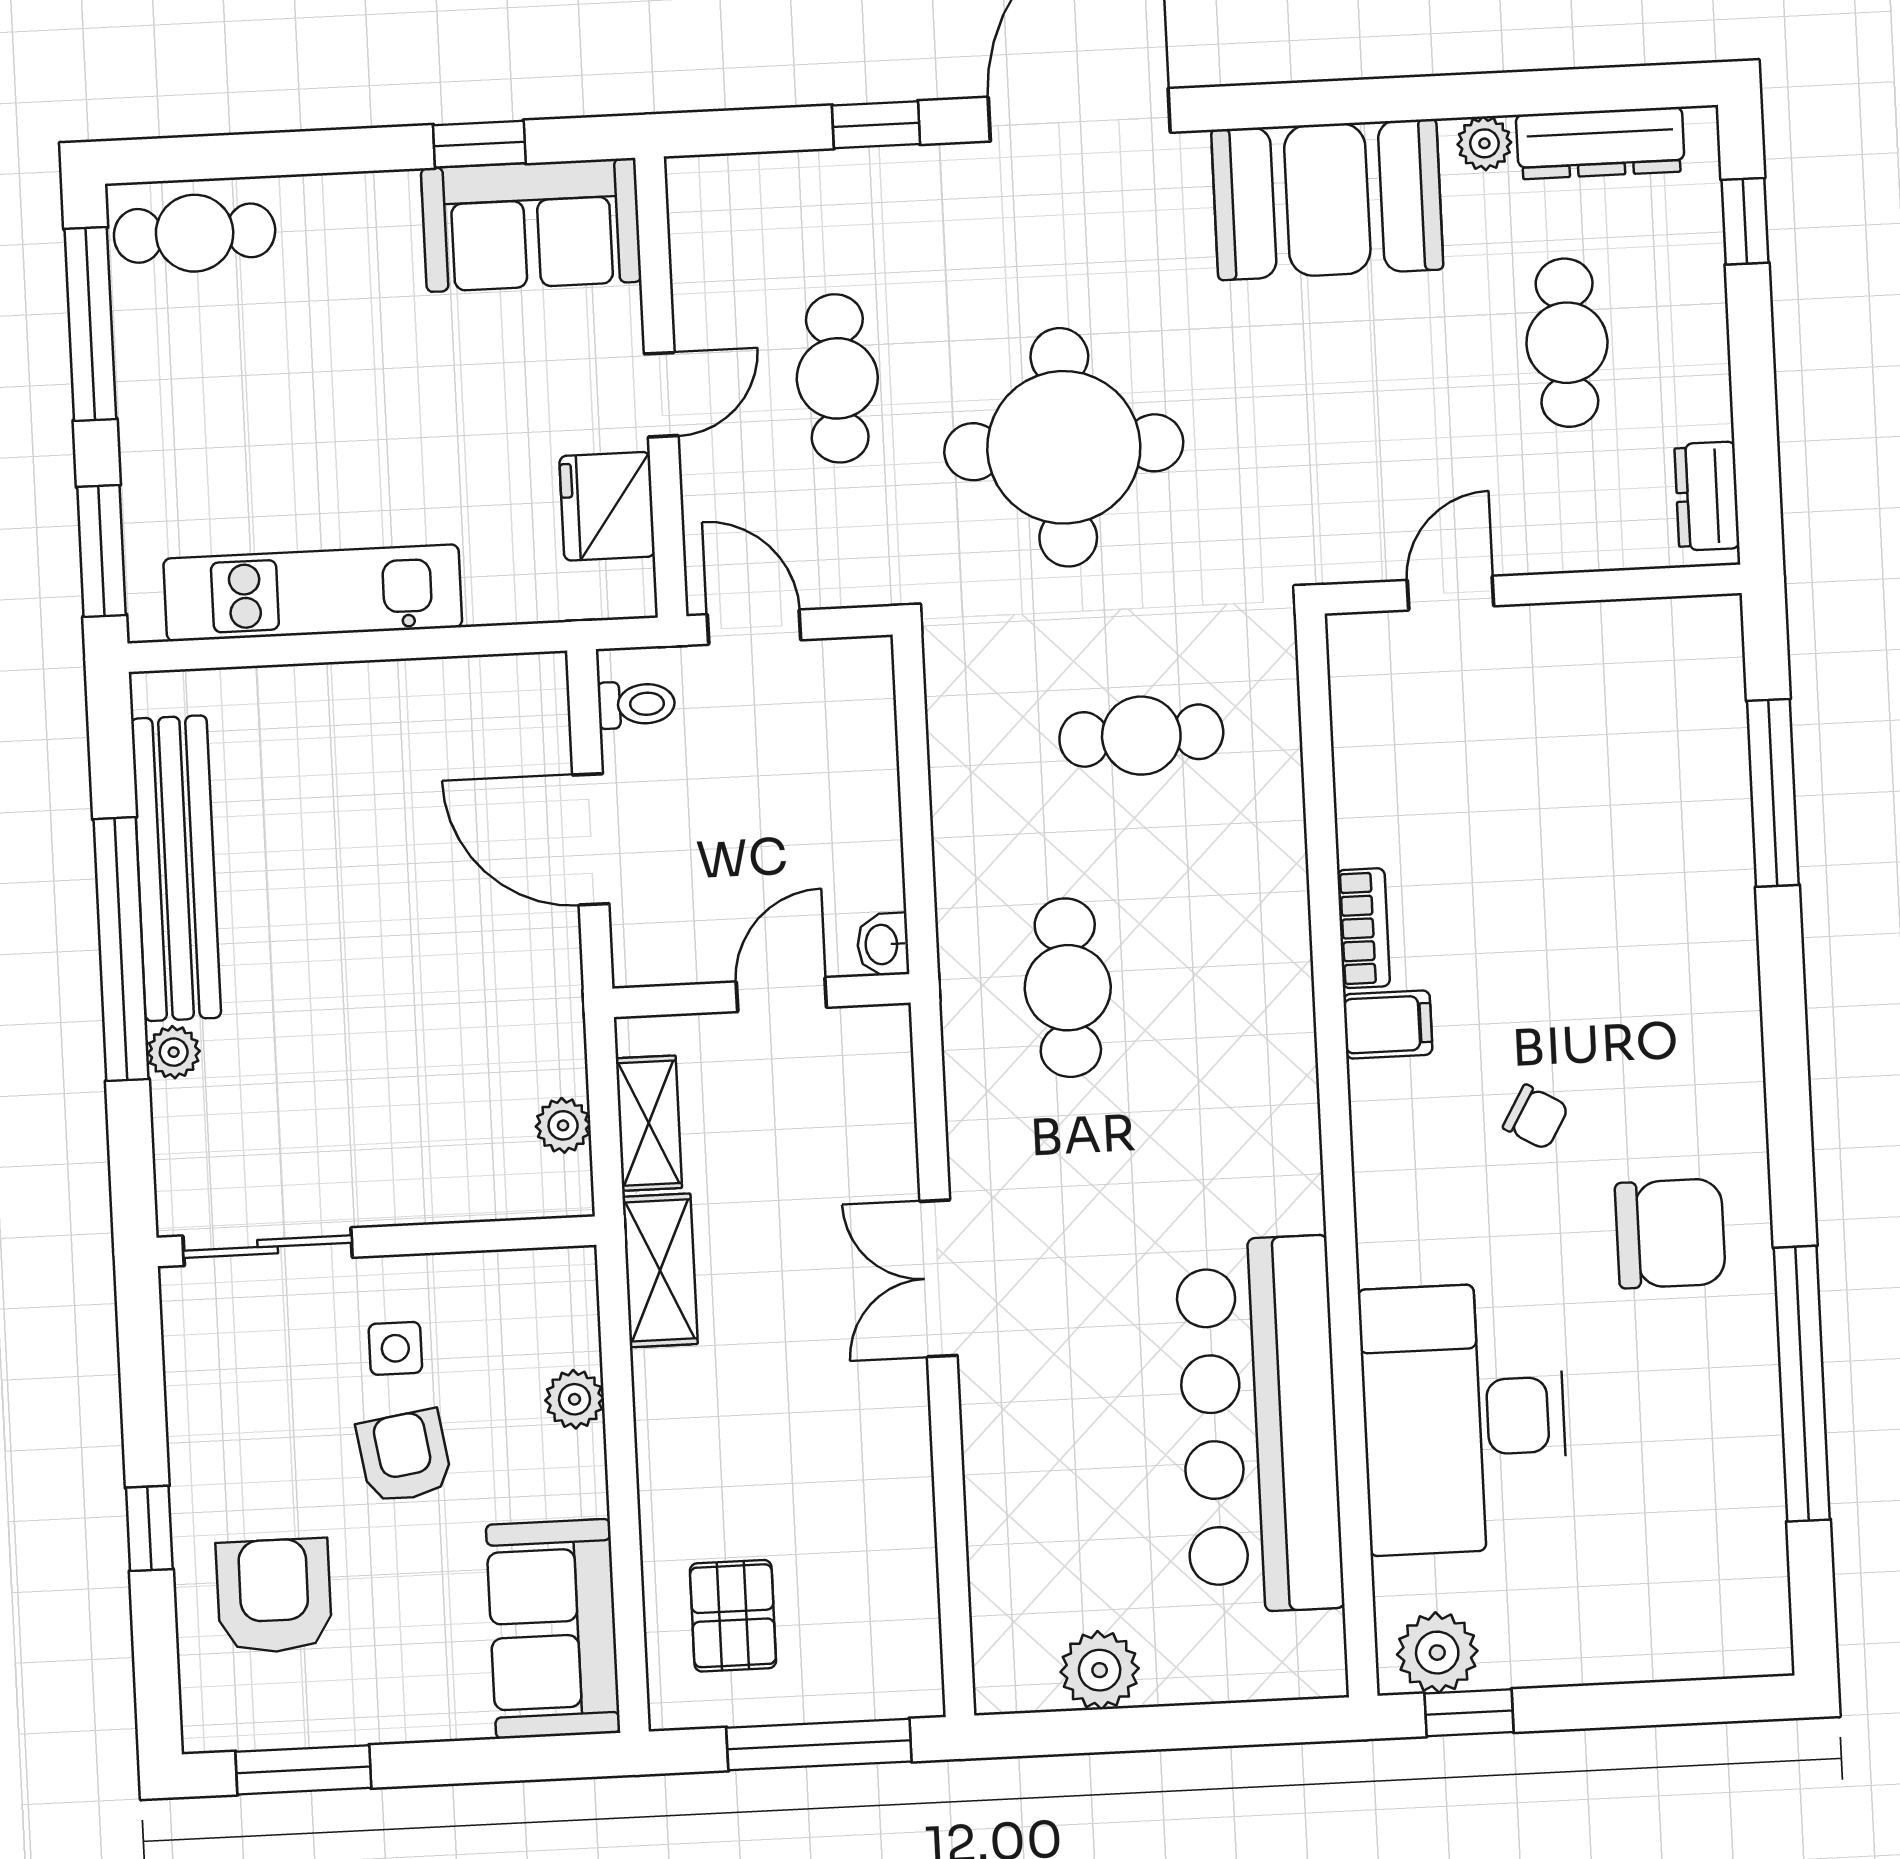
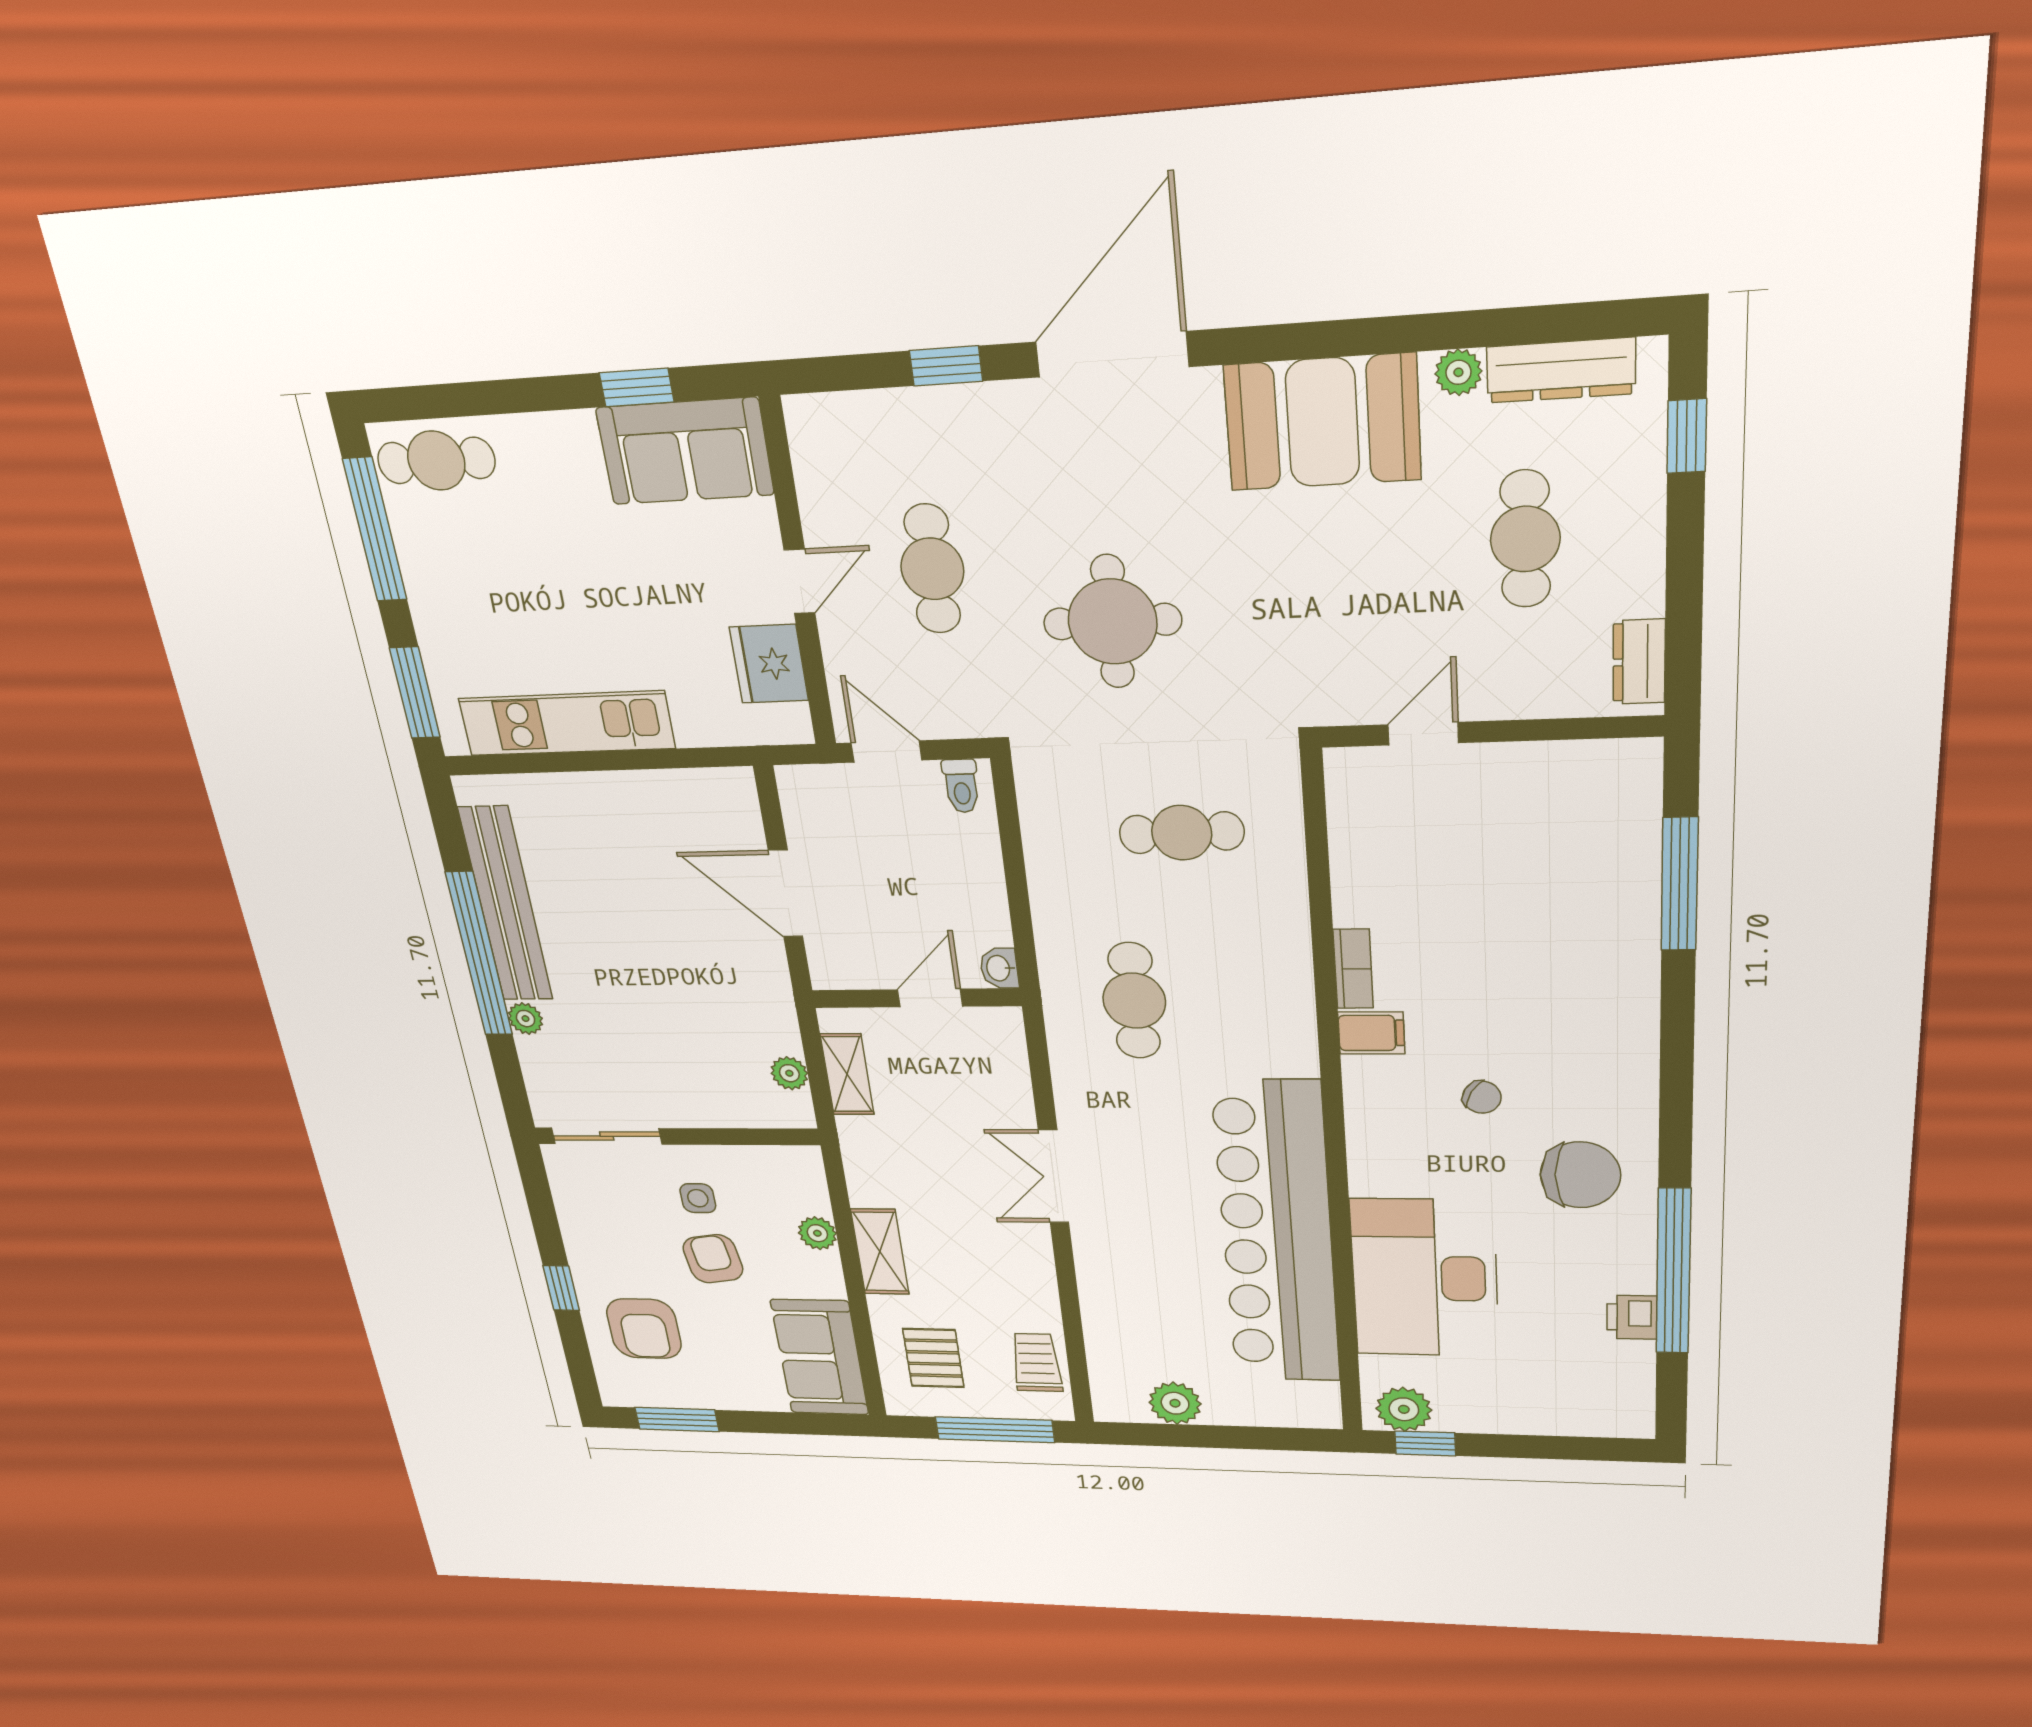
round table: (1064, 447) -> (1113, 622), width x0.73, depth x0.73
toilet: (636, 704) -> (961, 786), moved, turned 90
shelving: (660, 1270) -> (880, 1252), moved
bar counter: (1260, 1425) -> (1277, 1234), width x1.36
printer: (1751, 1465) -> (1632, 1317), added
armchair: (274, 1596) -> (644, 1329), turned 180
trolley: (892, 1612) -> (1036, 1363), added

